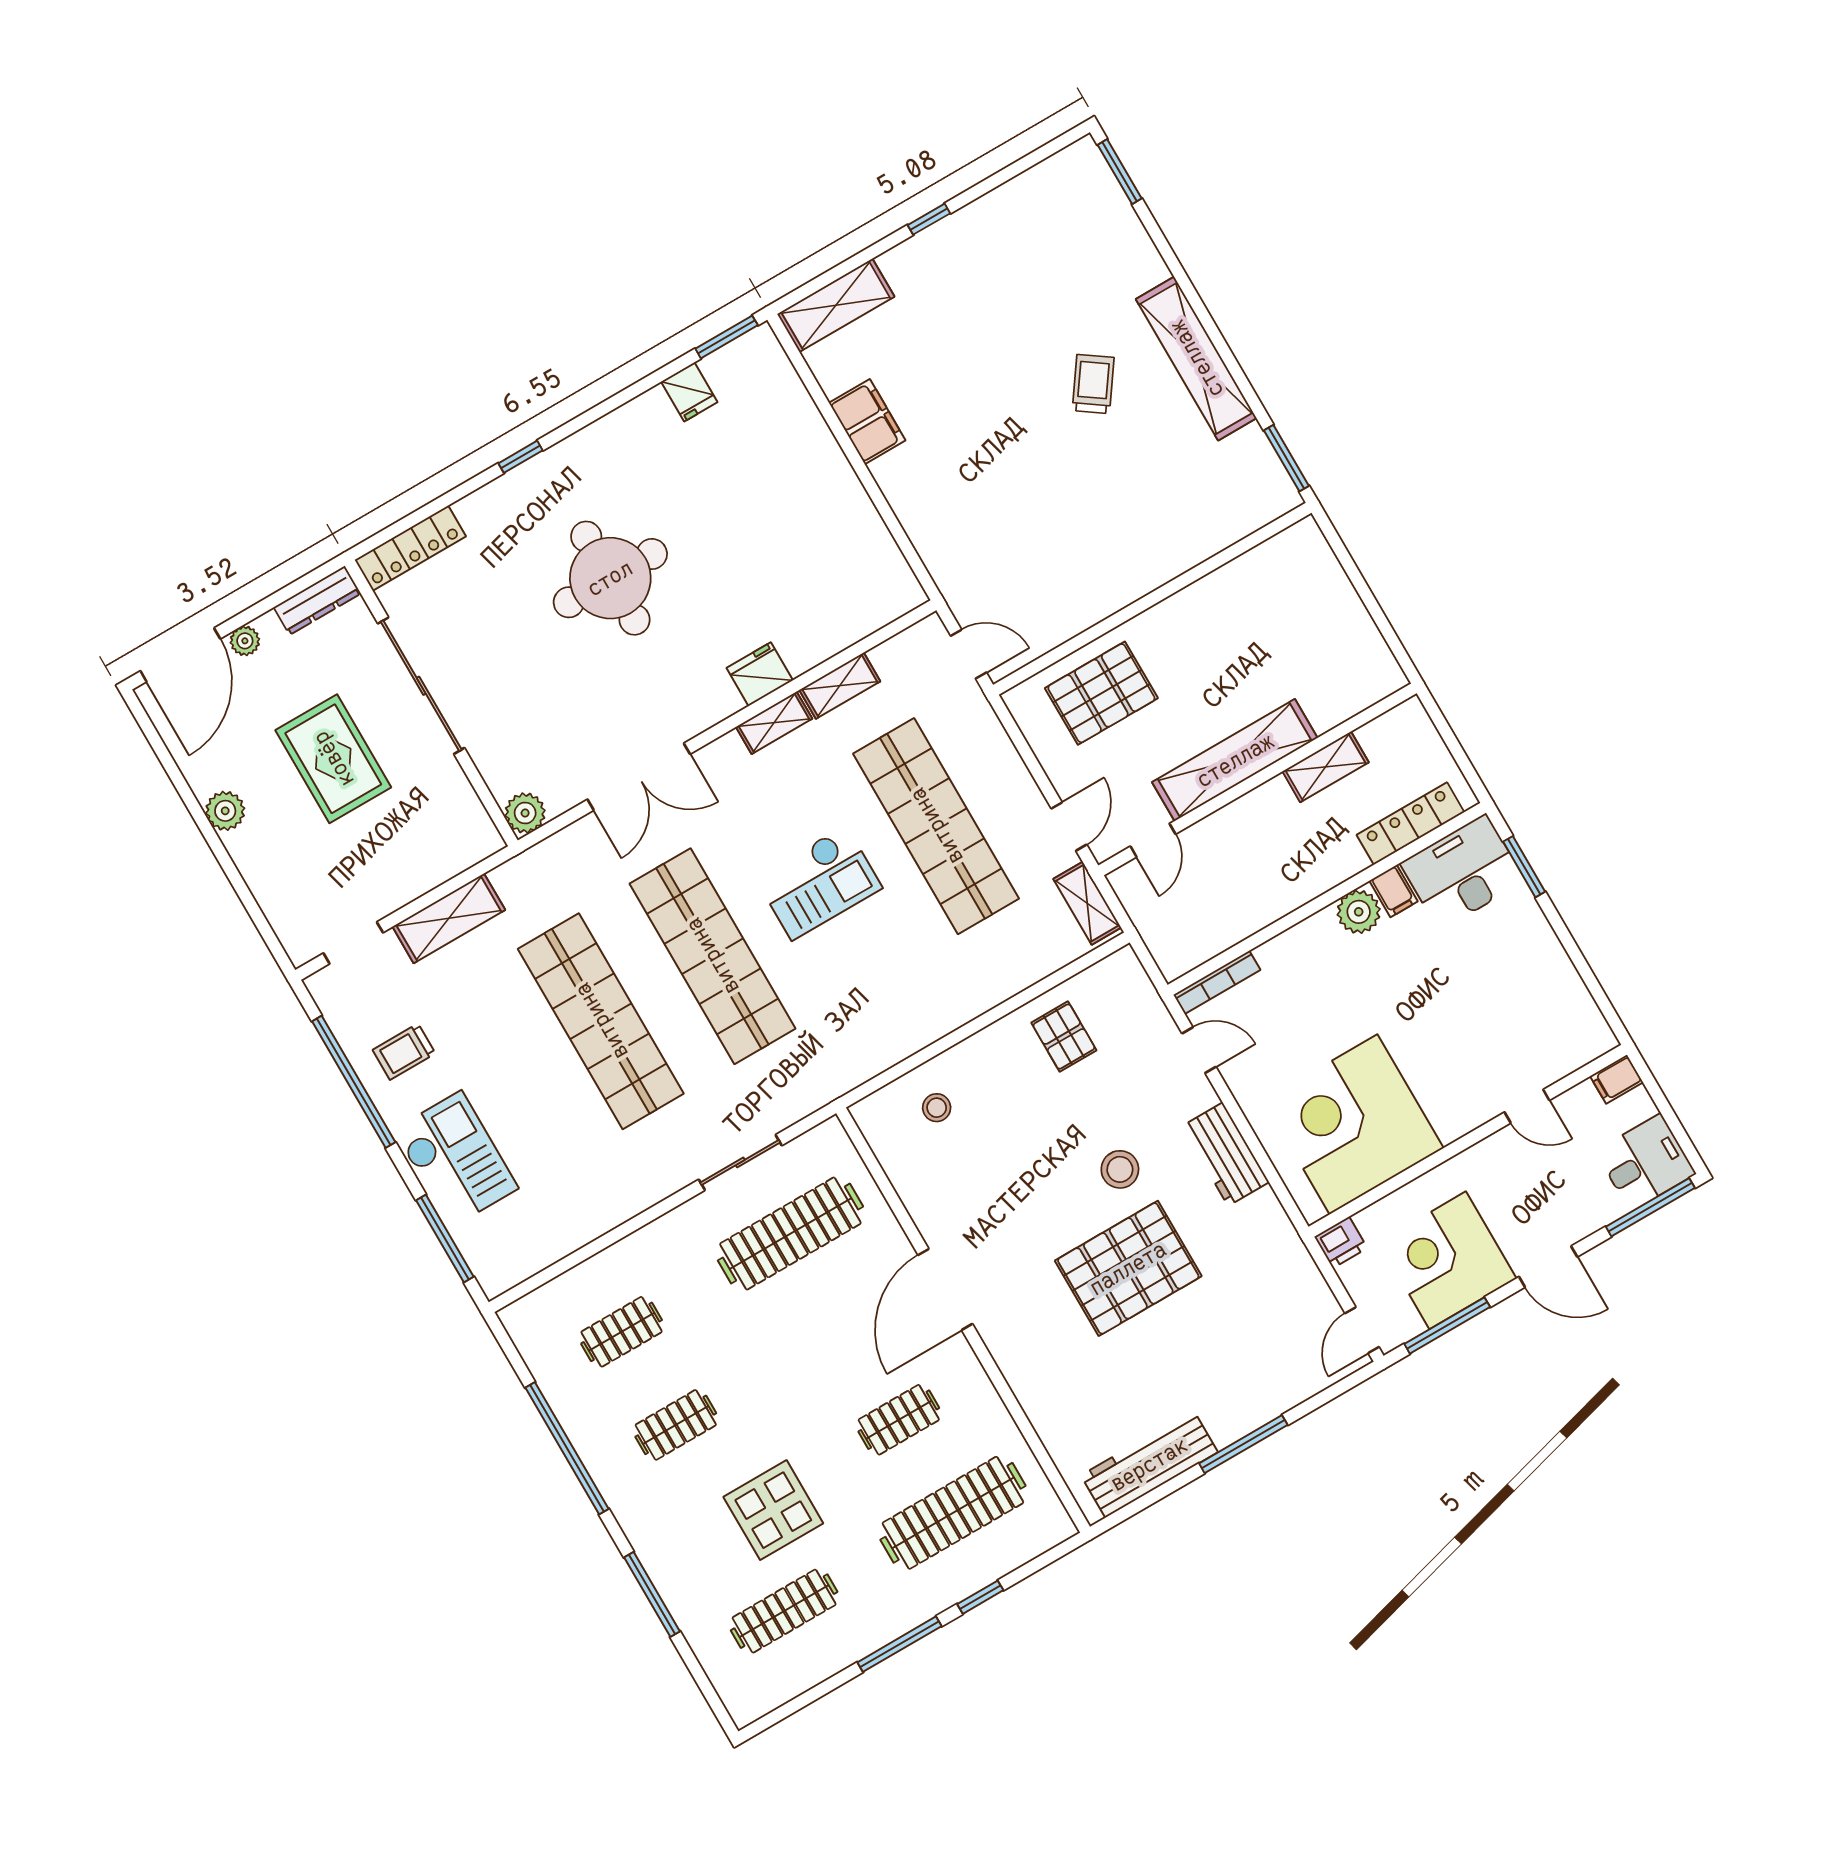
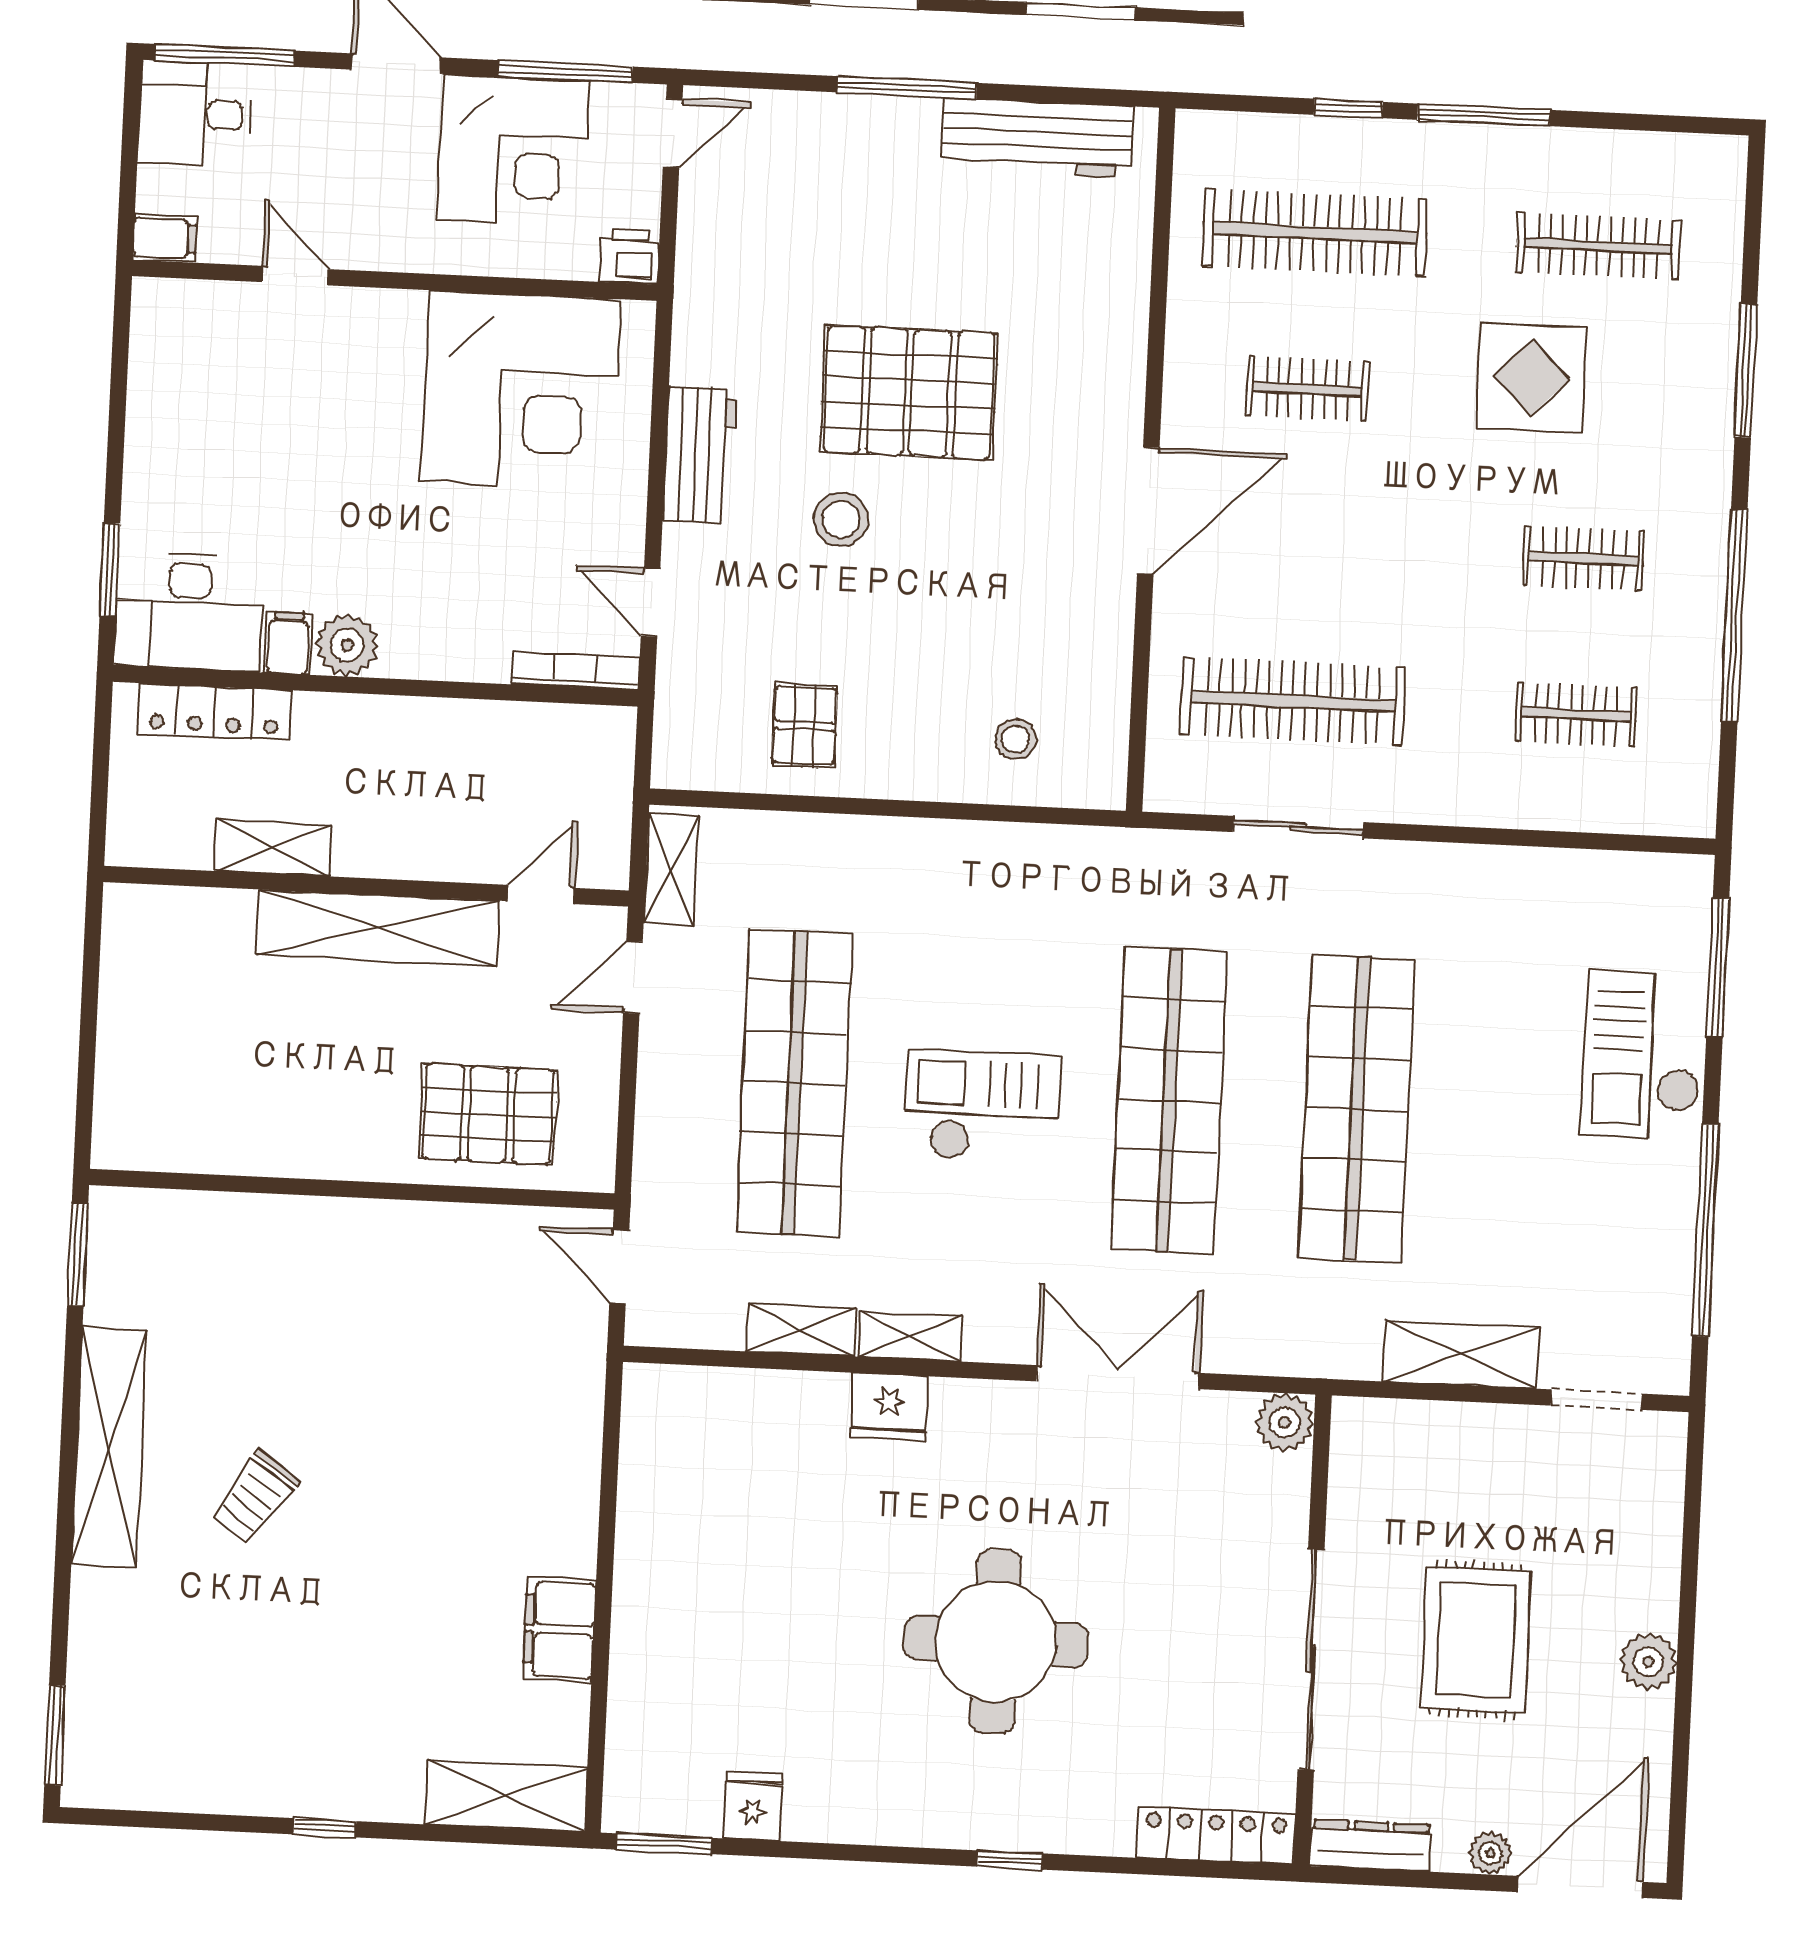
trolley: (404, 1052) -> (1620, 1227), removed

